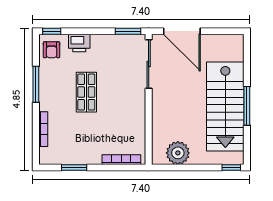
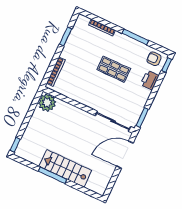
stairs: (225, 107) -> (65, 168), width x0.73, depth x0.66
plant: (178, 153) -> (47, 103), moved

